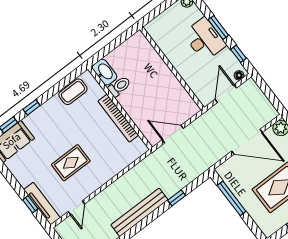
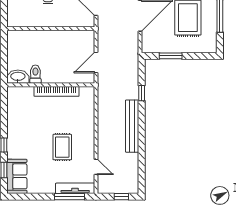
coffee table: (73, 92) -> (15, 109), removed
window: (232, 198) -> (171, 56), width x0.69
window: (30, 204) -> (69, 197), width x2.17

